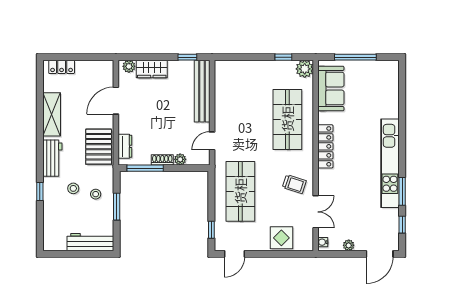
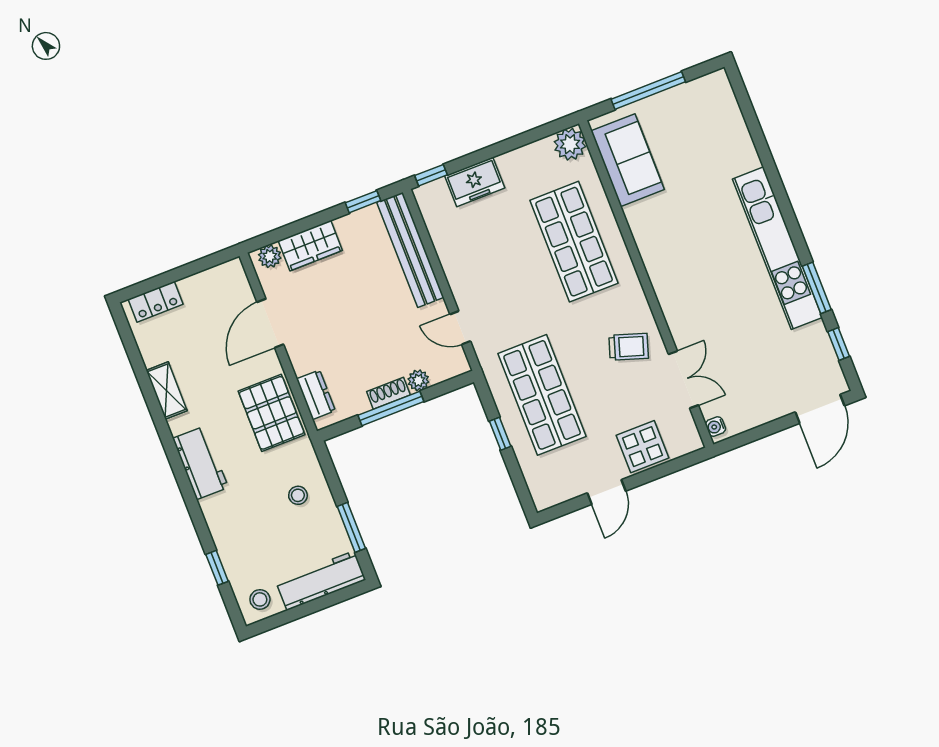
window: (283, 57) -> (431, 175), moved
freezer: (248, 69) -> (475, 182), added
shelving: (52, 114) -> (167, 391), width x0.67, depth x0.75
door: (212, 141) -> (460, 328), hinge flipped
locker: (325, 146) -> (657, 262), removed
window: (145, 168) -> (391, 408), moved
stool: (73, 188) -> (260, 599), moved
window: (40, 191) -> (217, 568), moved
window: (117, 207) -> (351, 527), moved
window: (211, 230) -> (500, 434), moved
plant: (349, 245) -> (761, 415), removed
door: (234, 254) -> (607, 492), moved

